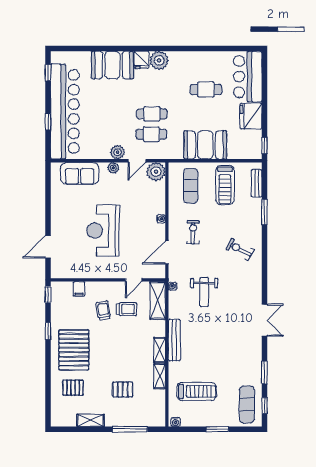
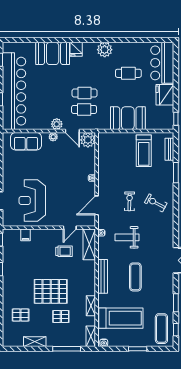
plant: (159, 60) -> (105, 50), moved
door: (137, 161) -> (72, 131), hinge flipped
exercise mat: (191, 186) -> (135, 277), moved
reception desk: (103, 231) -> (32, 200), moved
exercise bike: (193, 232) -> (130, 201), moved
weight bench: (204, 292) -> (127, 237), turned 90
trolley: (103, 310) -> (45, 252), removed
pallet: (74, 350) -> (51, 291), moved, turned 90
shelving: (160, 350) -> (91, 336), moved
treadmill: (197, 391) -> (121, 318), width x1.37, depth x1.38

